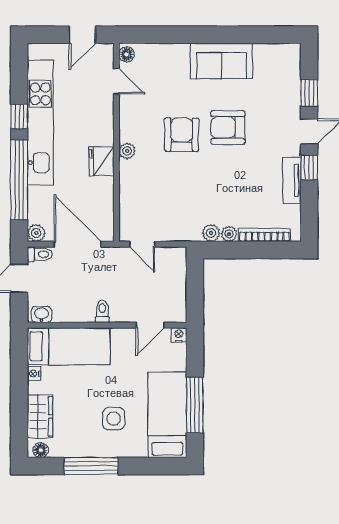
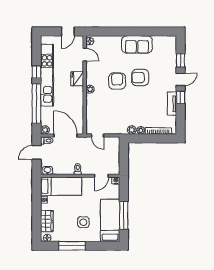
fridge: (101, 161) -> (77, 79), moved

